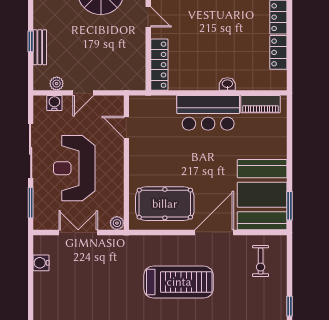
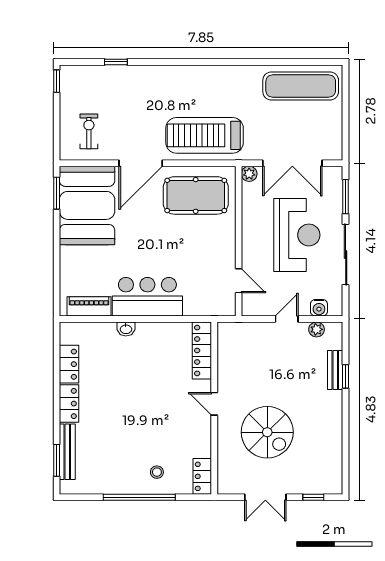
double door: (78, 232) -> (292, 163), width x1.37
water cooler: (41, 263) -> (334, 129), removed
treadmill: (179, 282) -> (205, 135), moved
exercise mat: (71, 302) -> (301, 86), added

